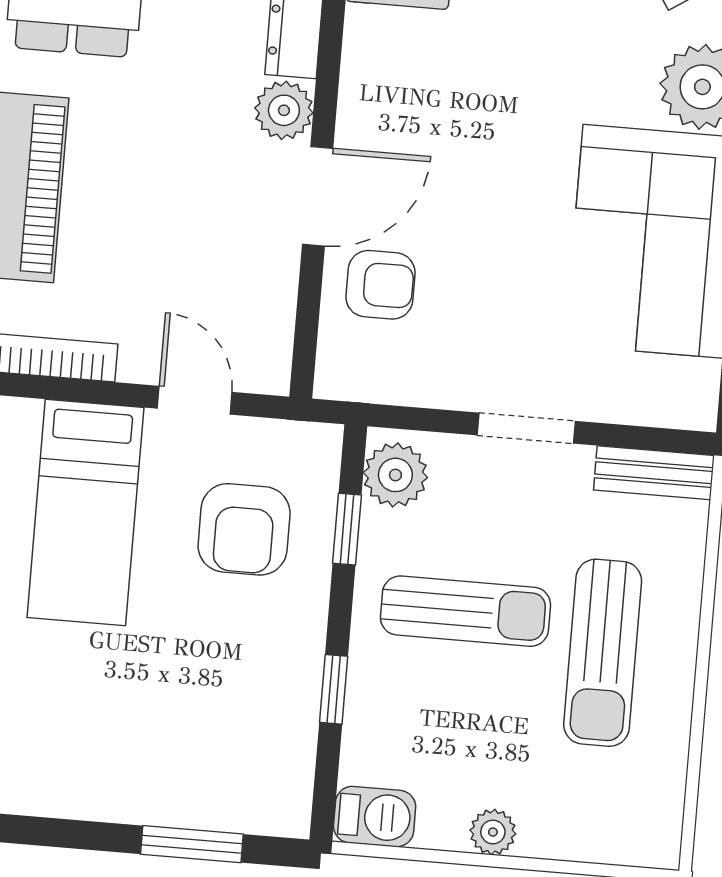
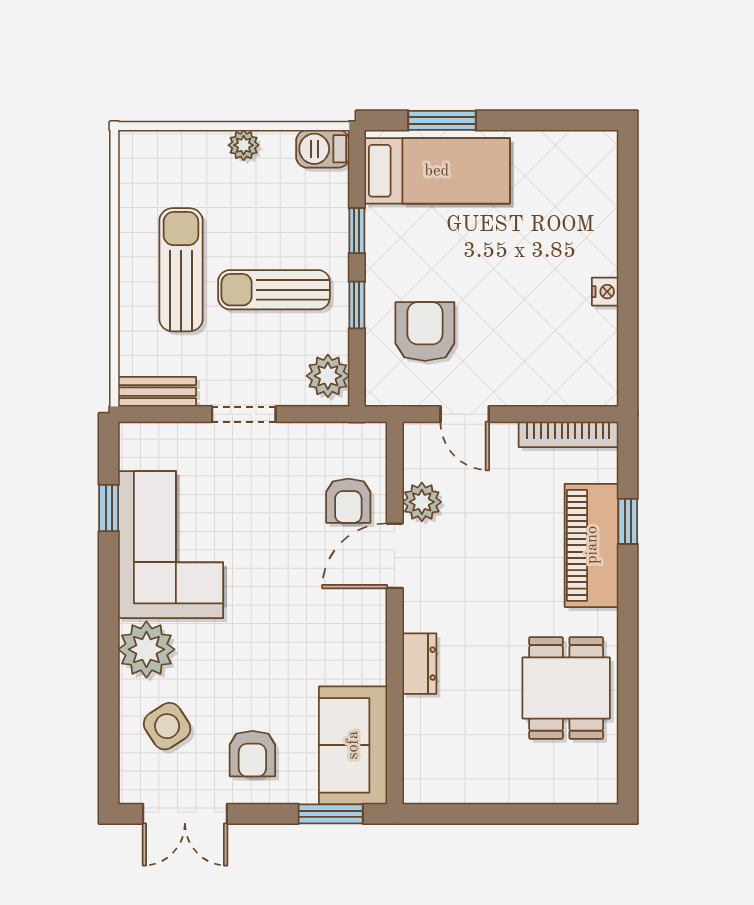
plant: (284, 110) -> (422, 502), moved
armchair: (380, 285) -> (348, 501), turned -90
bed: (85, 513) -> (437, 171), moved, turned 90
window: (347, 529) -> (357, 305), moved

